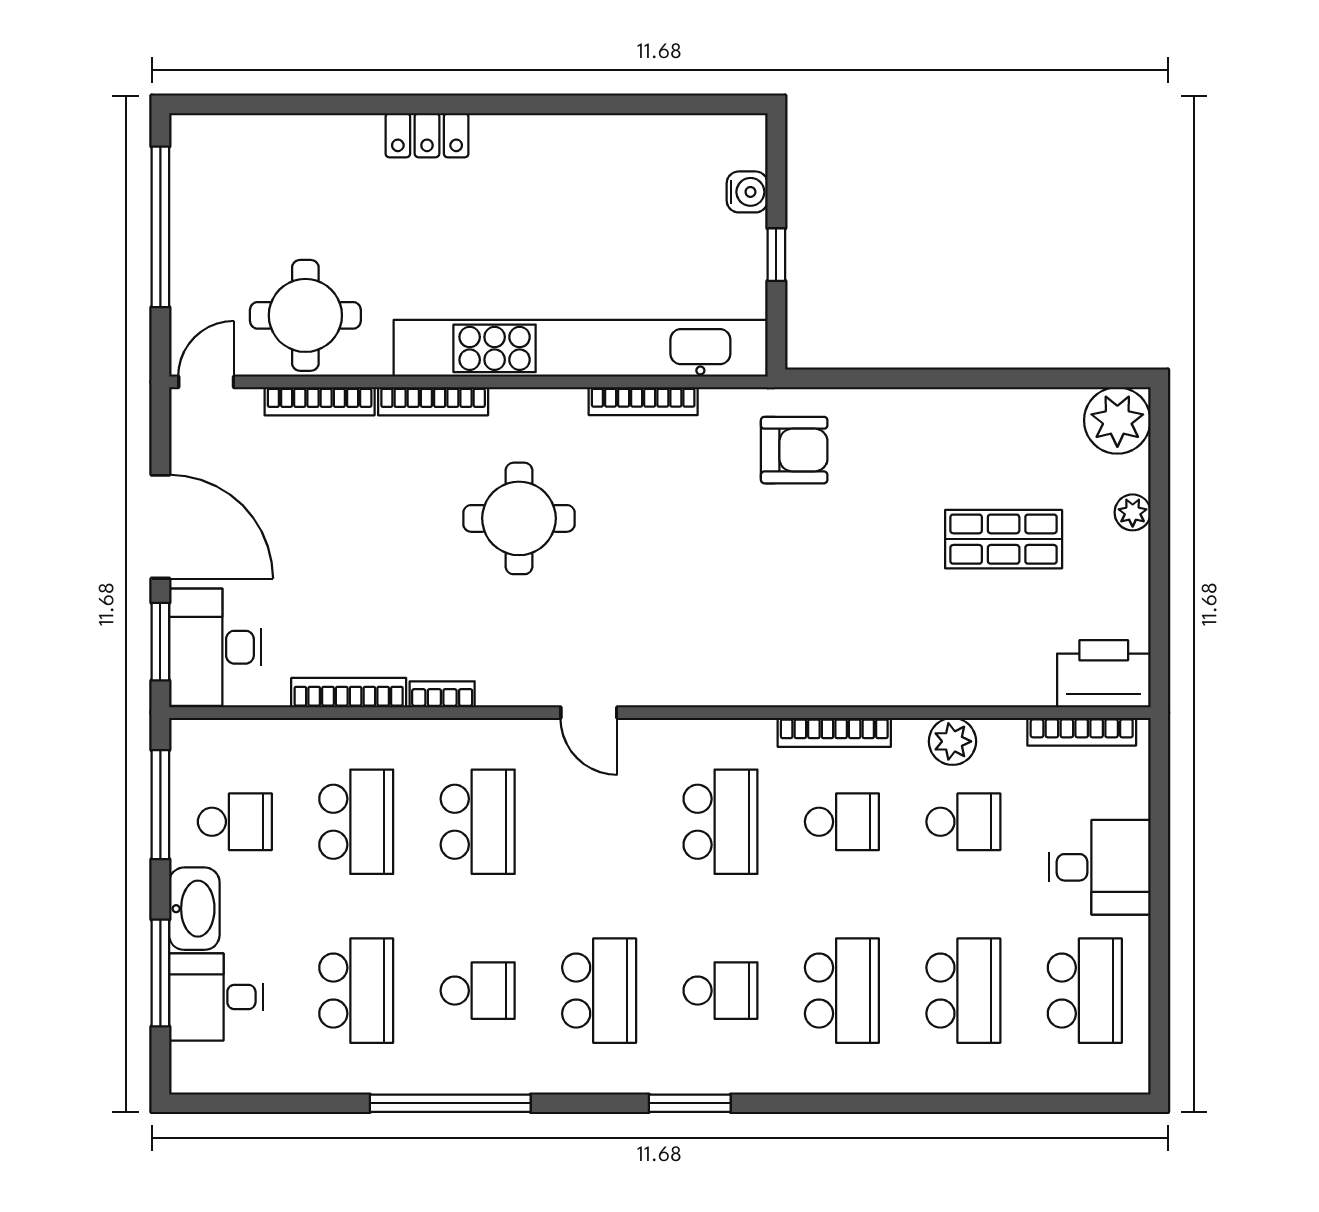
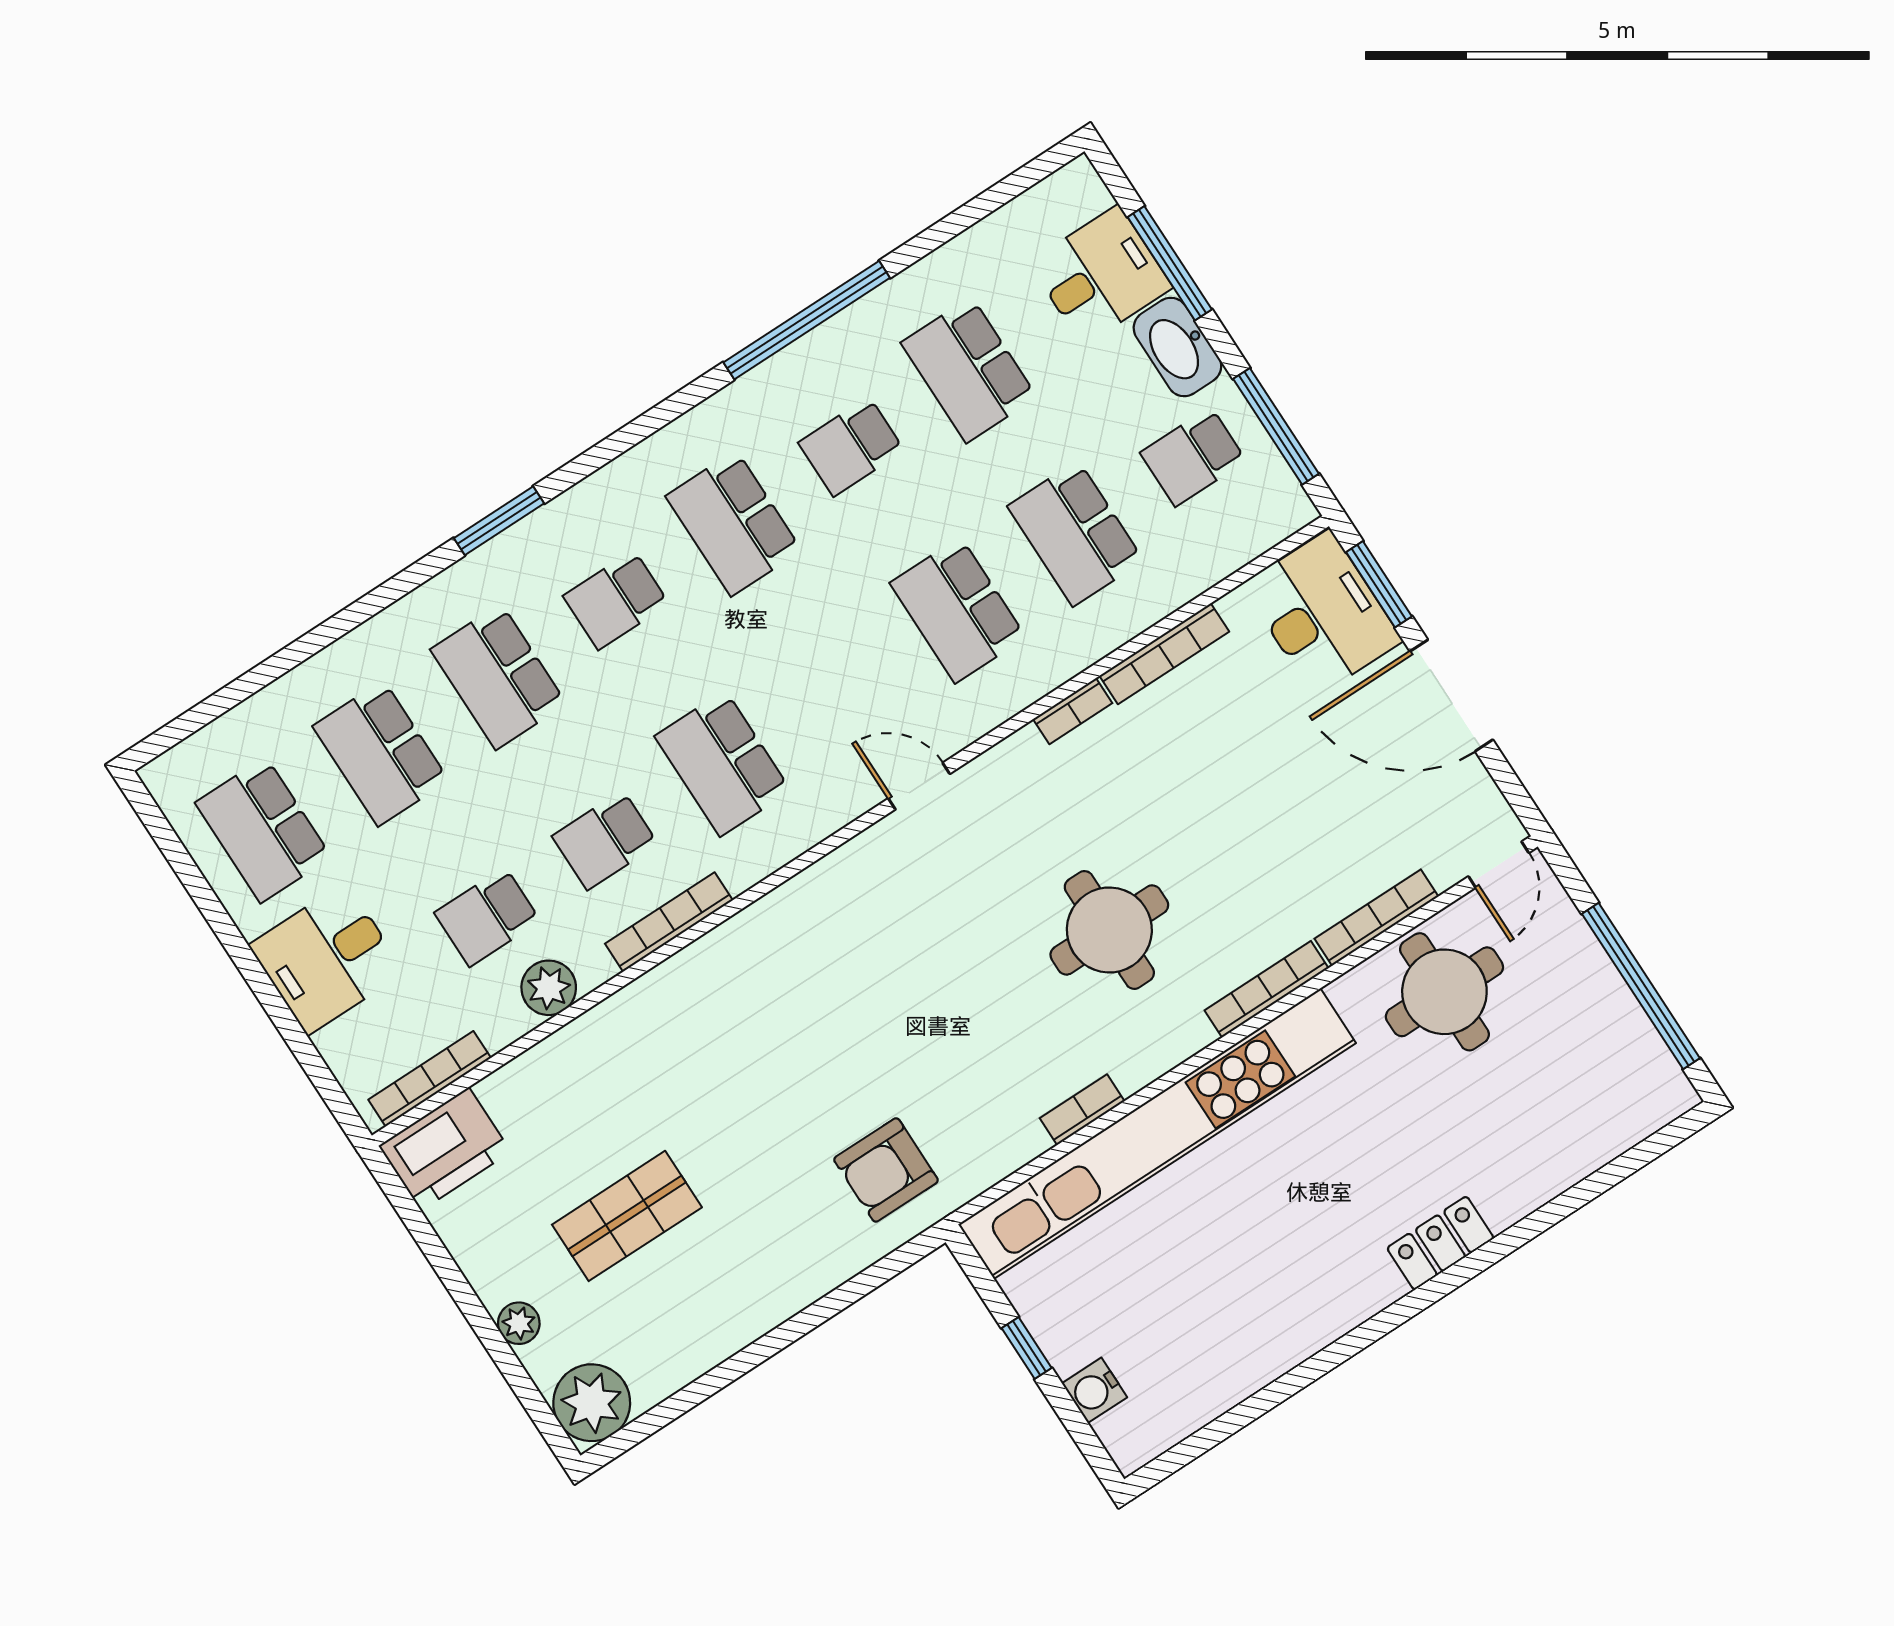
bookcase: (643, 401) -> (1082, 1110), width x0.64
window: (690, 1103) -> (499, 521), moved

